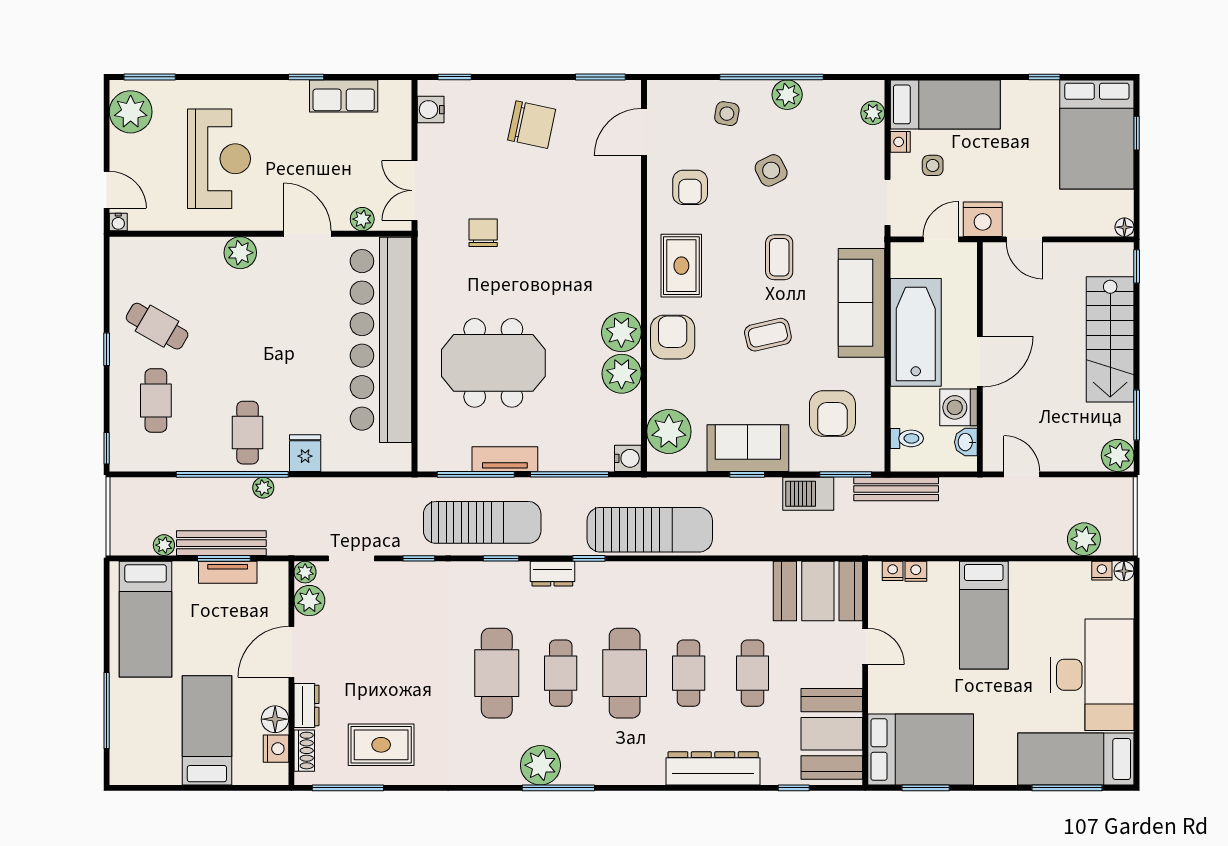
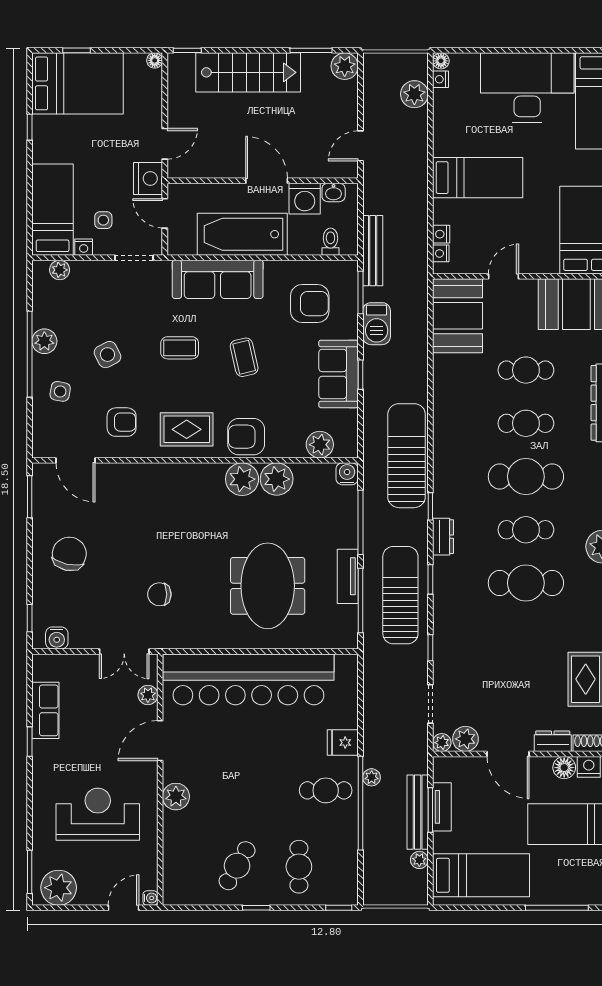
cafe table: (156, 400) -> (299, 867), turned 90
plant: (669, 431) -> (320, 445), width x0.73, depth x0.73

